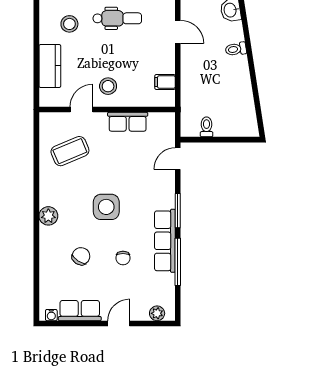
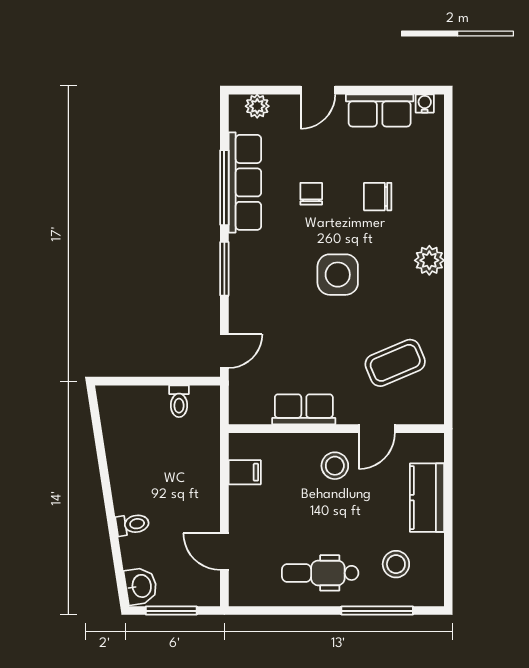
row of seats: (165, 241) -> (245, 182), moved
chair: (81, 256) -> (378, 197), turned 57

